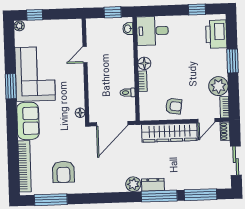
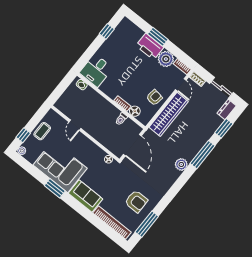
window: (113, 12) -> (63, 85), removed
coffee table: (53, 29) -> (42, 131), added
printer: (216, 34) -> (150, 47), moved
floor lamp: (144, 63) -> (135, 111), moved
dresser: (153, 185) -> (227, 110), moved
window: (201, 195) -> (224, 128), width x0.69

